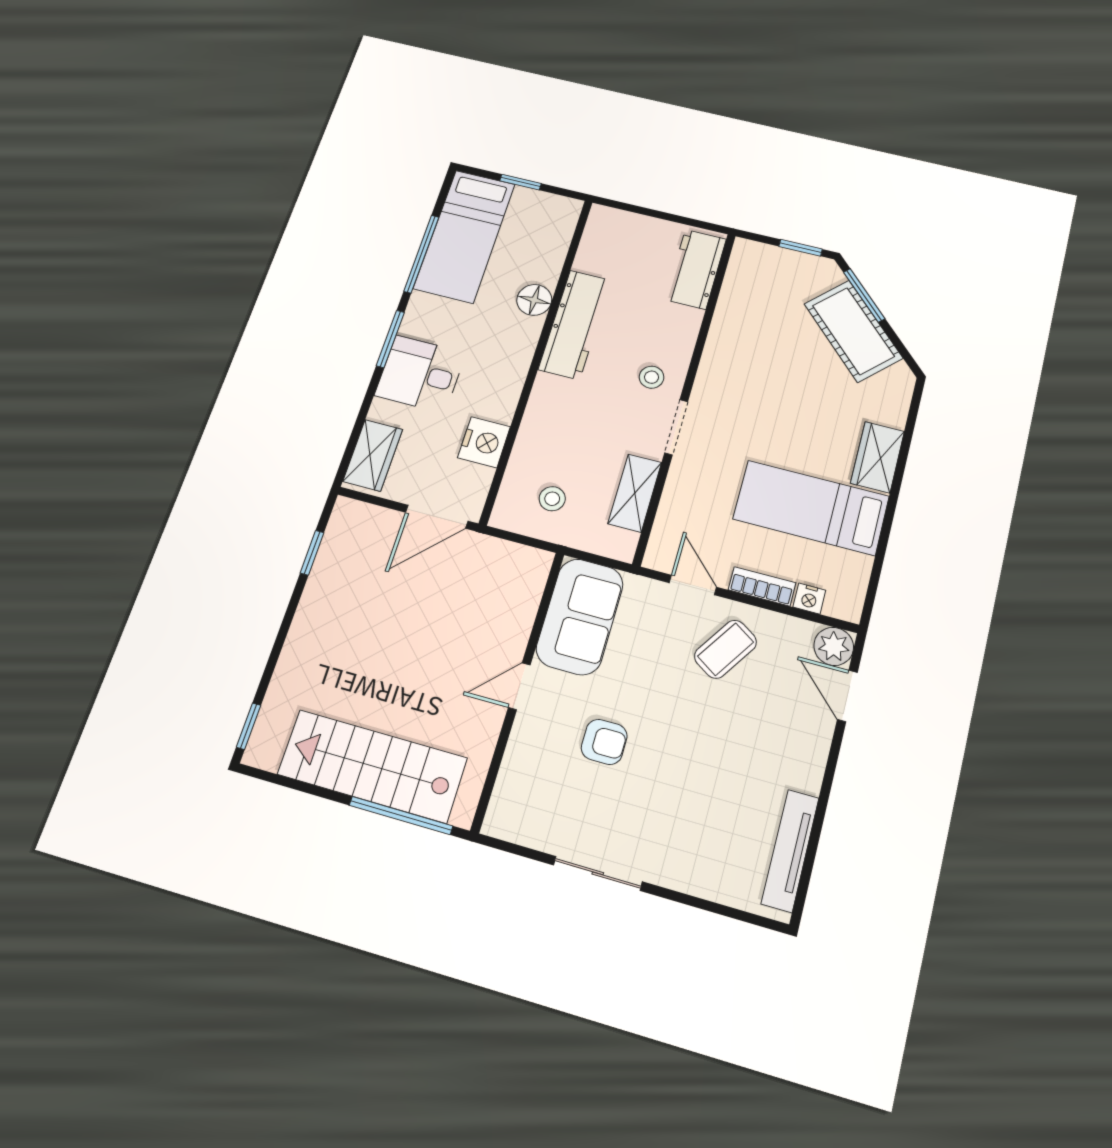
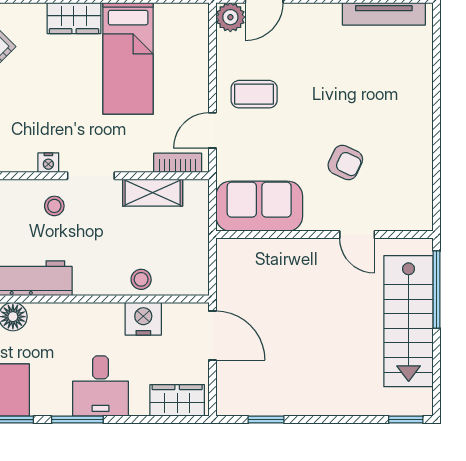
stool: (552, 499) -> (141, 279), moved
bookcase: (762, 586) -> (178, 163), moved, turned 90
nightstand: (809, 599) -> (48, 163), moved, turned 90
coffee table: (725, 649) -> (254, 94), turned -33
door: (519, 686) -> (357, 235), moved
armchair: (604, 742) -> (345, 162), turned 115
sliding door: (598, 873) -> (437, 141), removed

